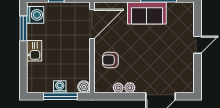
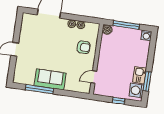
door: (92, 24) -> (94, 77), width x0.53
kitchen sink: (34, 51) -> (140, 75), moved
washing machine: (60, 87) -> (146, 35), moved

